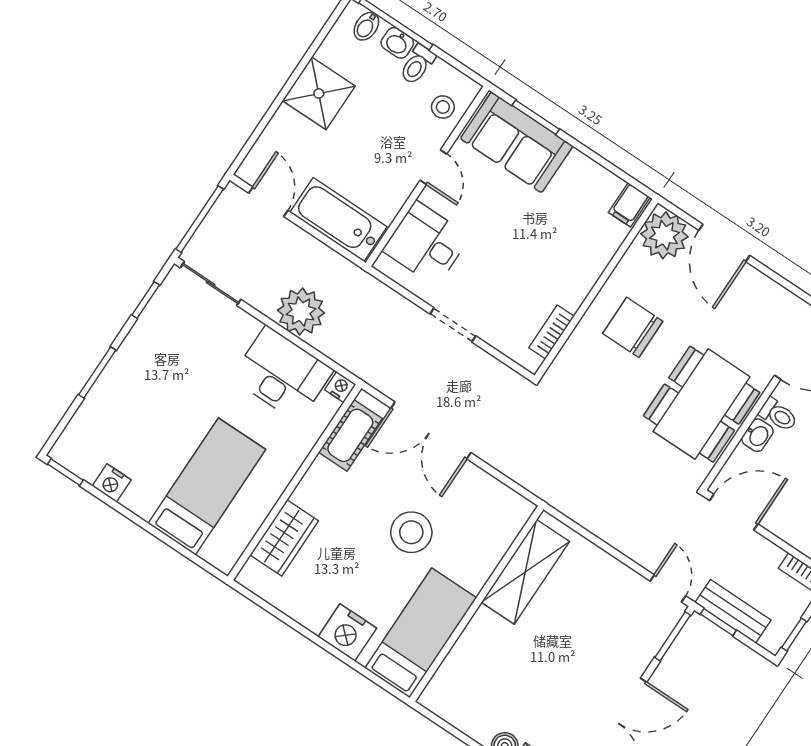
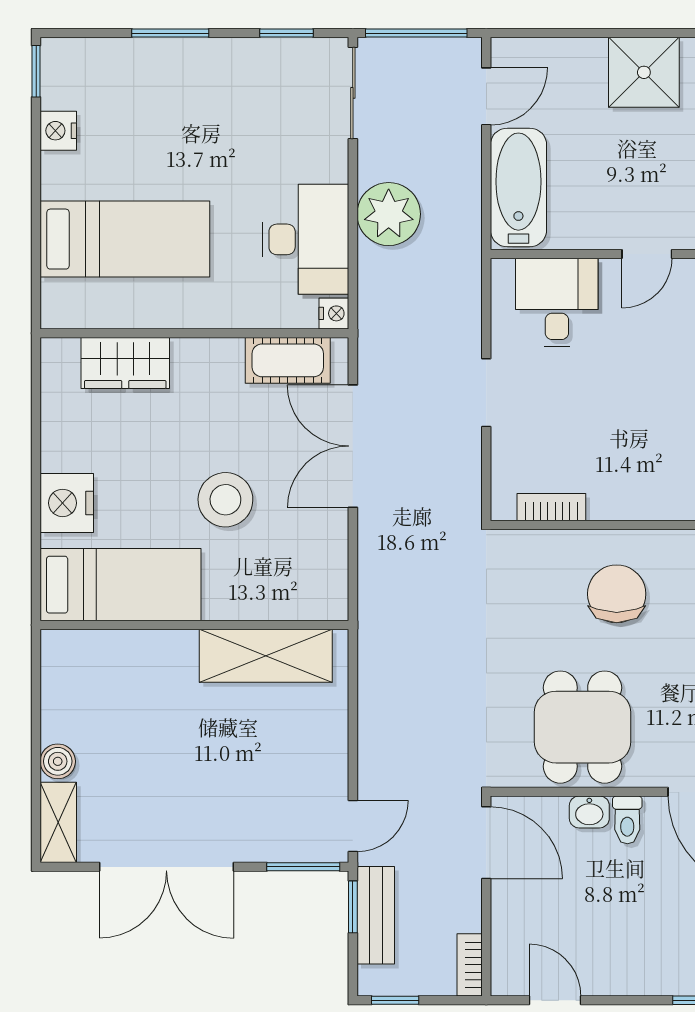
dining table: (702, 404) -> (582, 727), width x0.73

